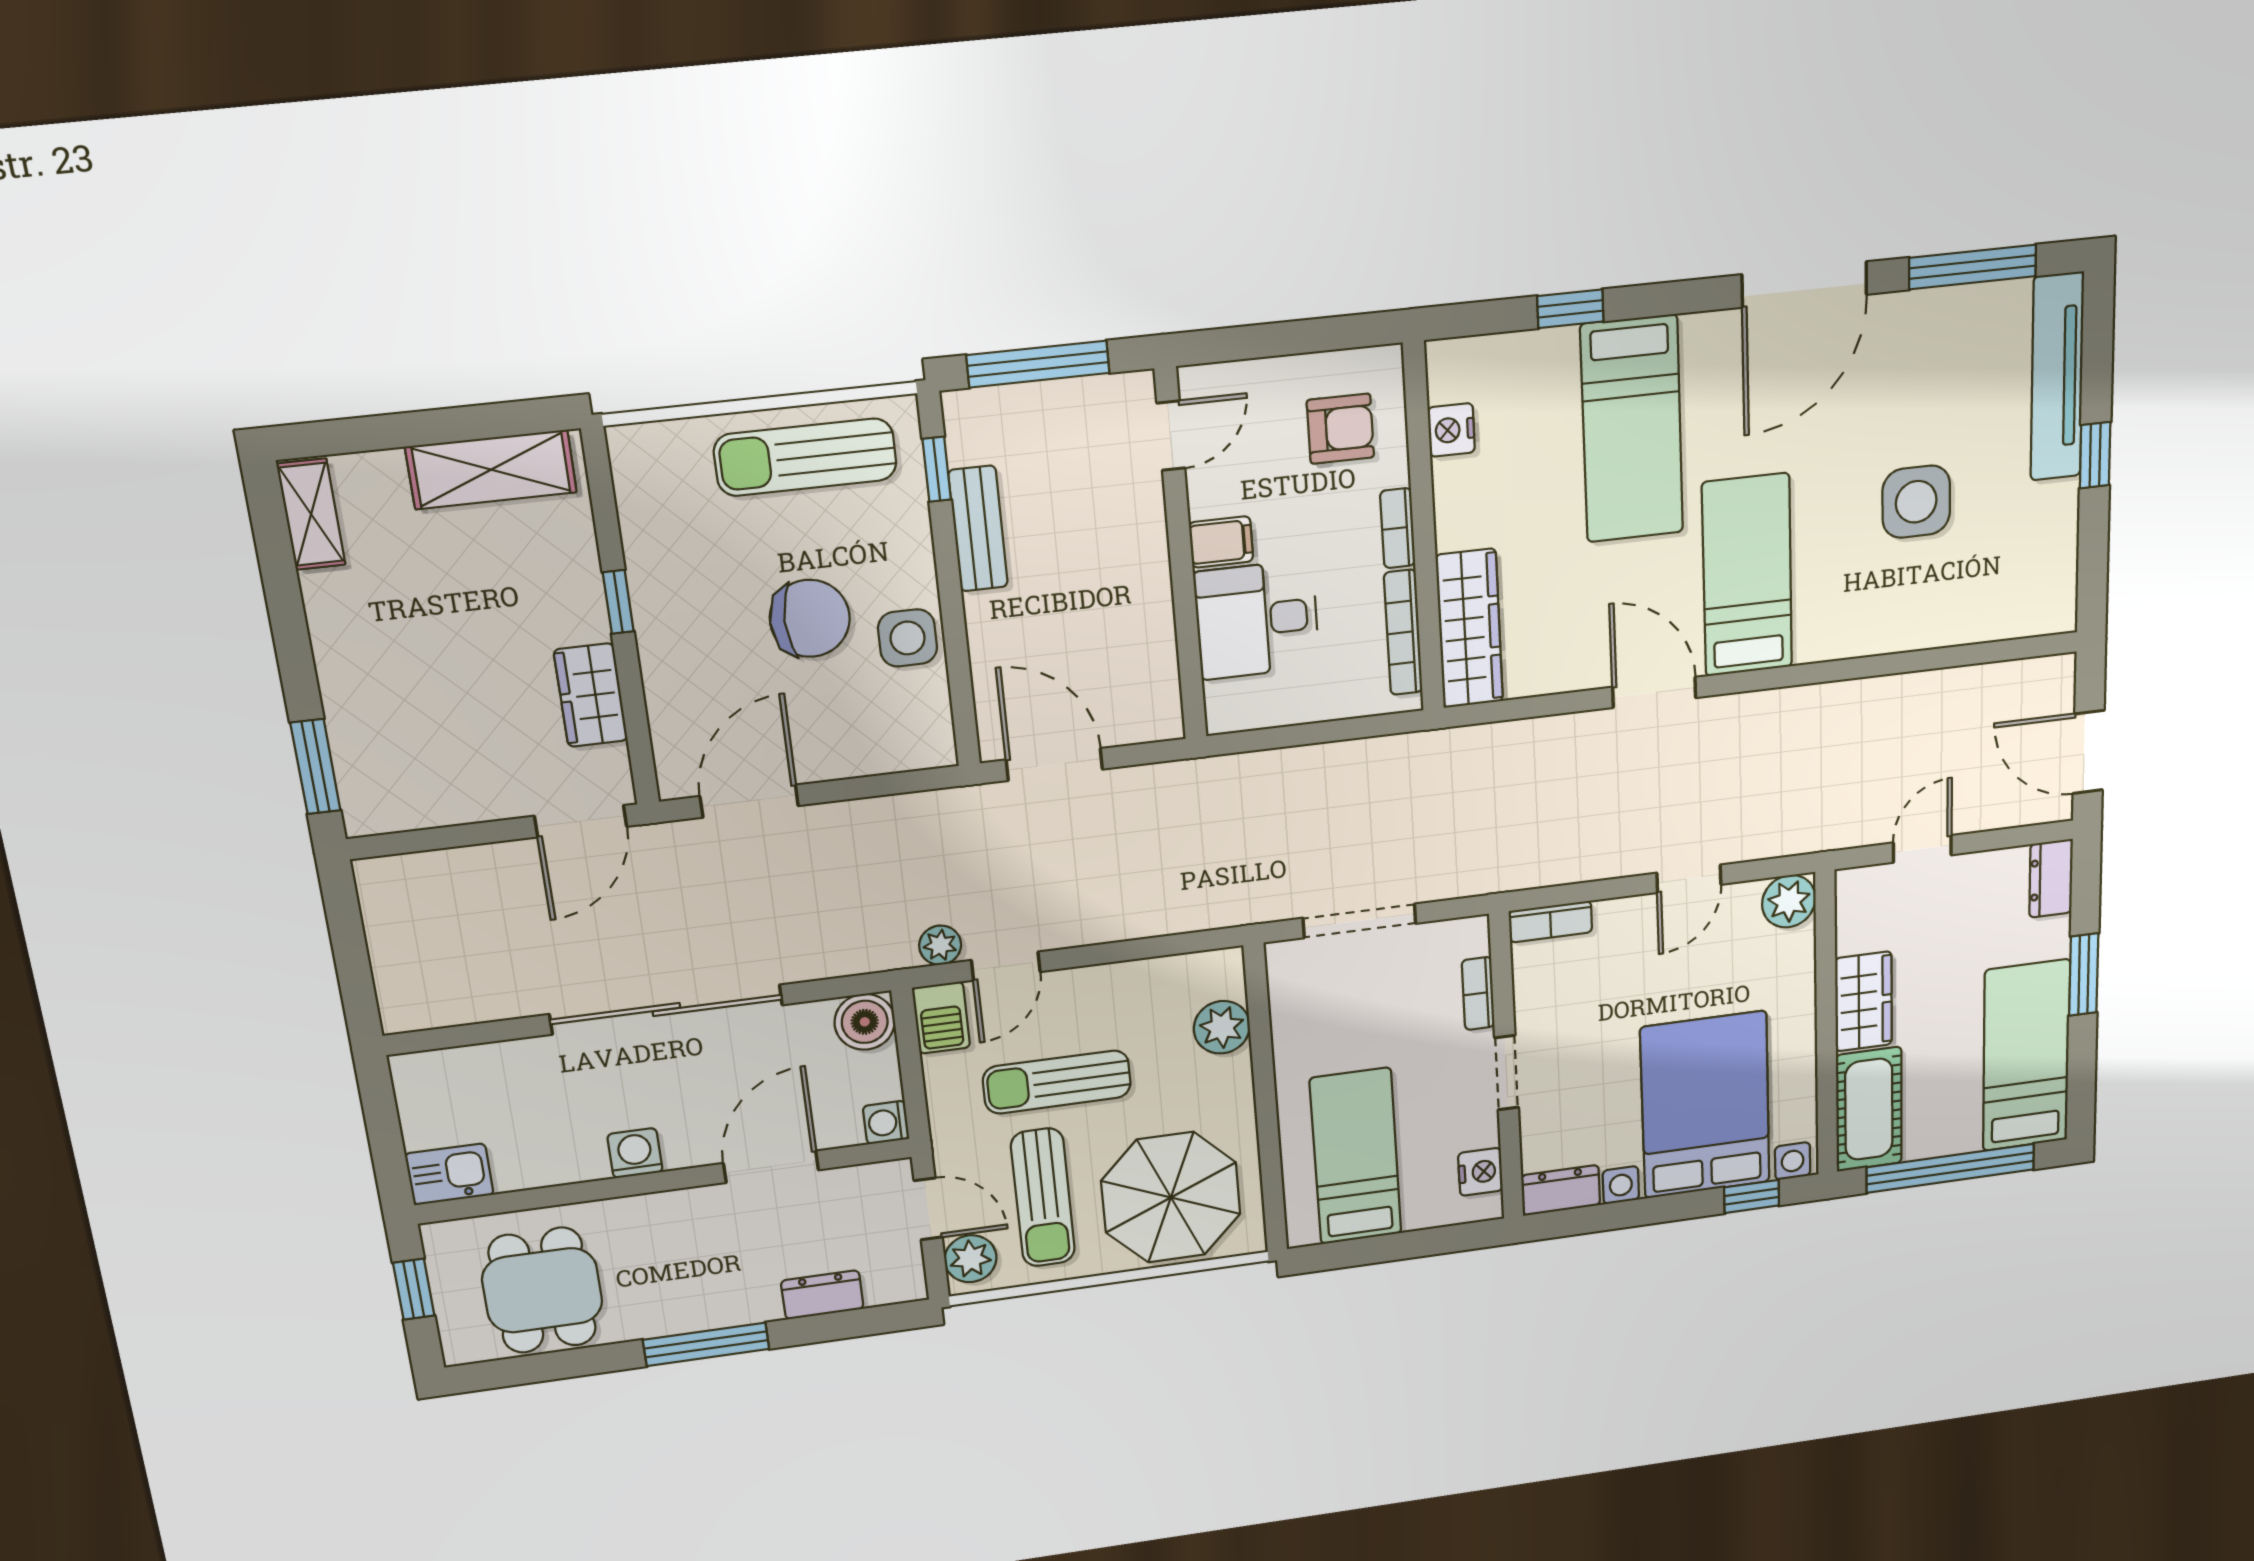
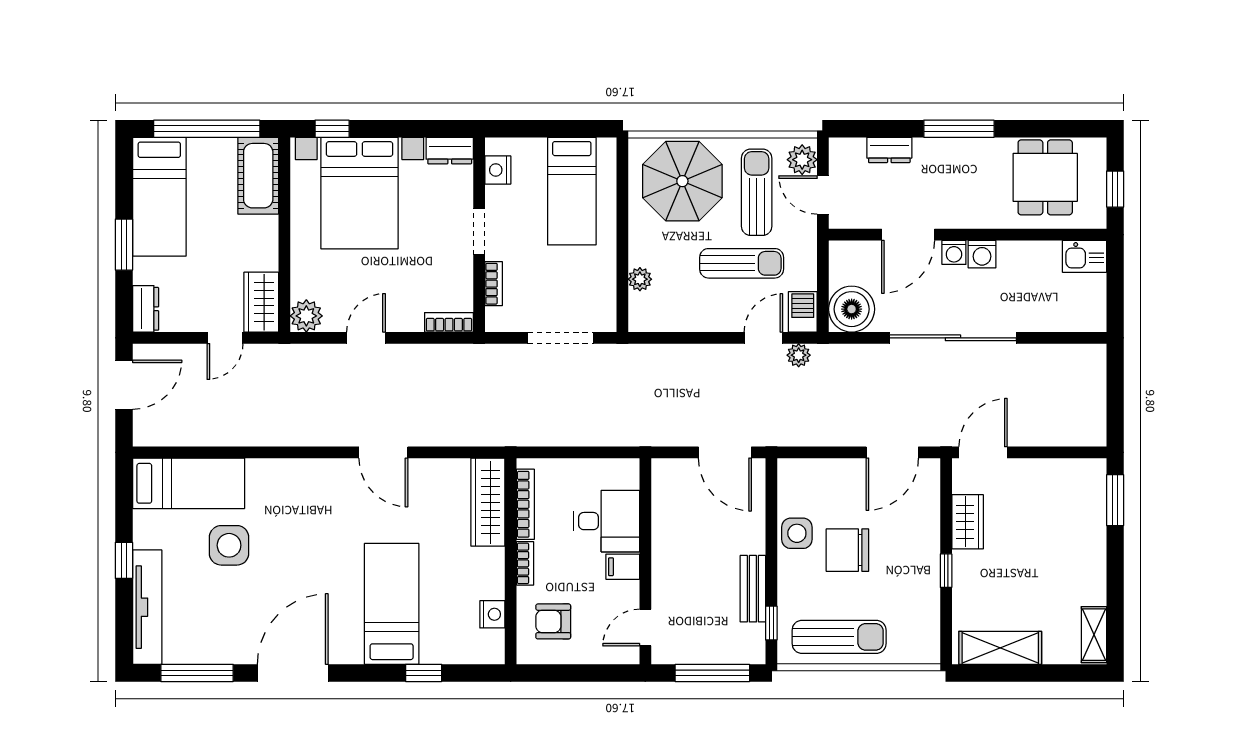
bed: (1747, 575) -> (189, 483), moved, turned -90
door: (2089, 752) -> (124, 385), hinge flipped
wardrobe: (1863, 1002) -> (261, 302), moved
boiler: (865, 1022) -> (852, 309), width x1.37, depth x1.37
plant: (1222, 1027) -> (640, 279), width x0.73, depth x0.73
washing machine: (886, 1122) -> (954, 252), moved, turned 90

